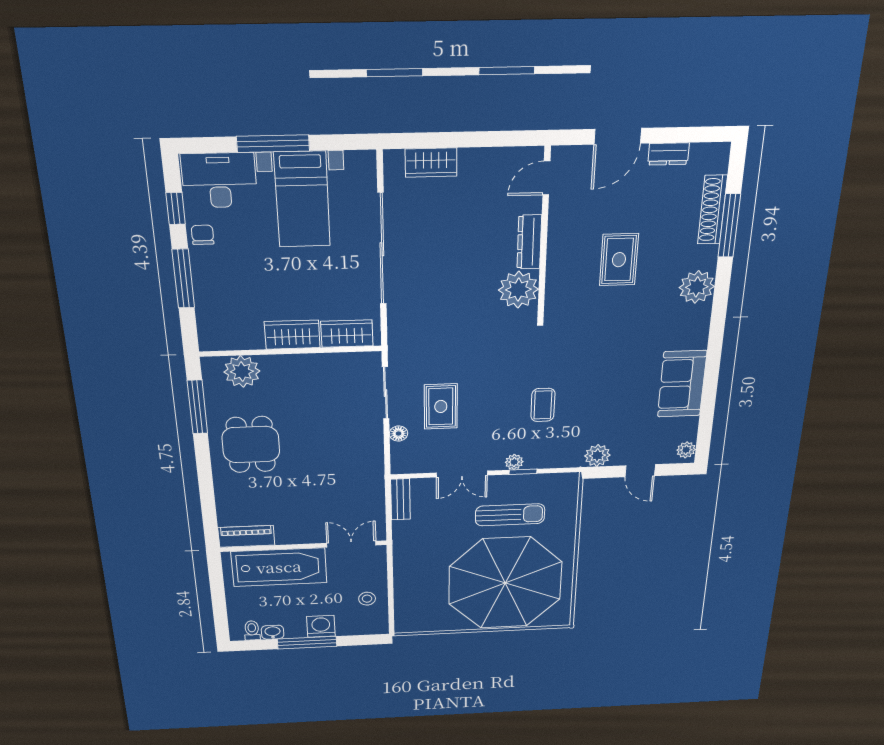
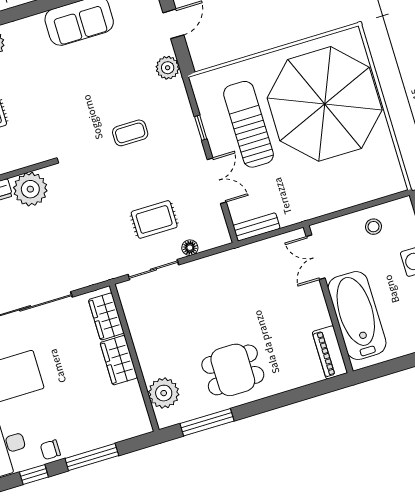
plant: (514, 462) -> (193, 139), removed
sun lounger: (510, 515) -> (248, 124), width x1.36, depth x1.34

